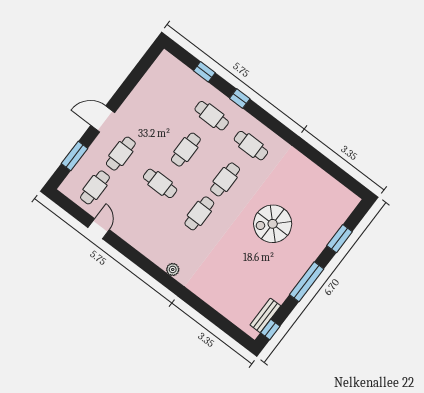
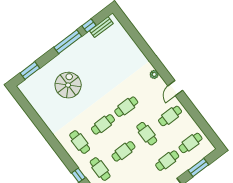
cafe table: (134, 217) -> (170, 116), added
spiral stairs: (273, 224) -> (68, 85), moved, turned -90
door: (99, 229) -> (175, 88), moved
window: (340, 239) -> (30, 71), moved
window: (270, 330) -> (89, 26), moved

